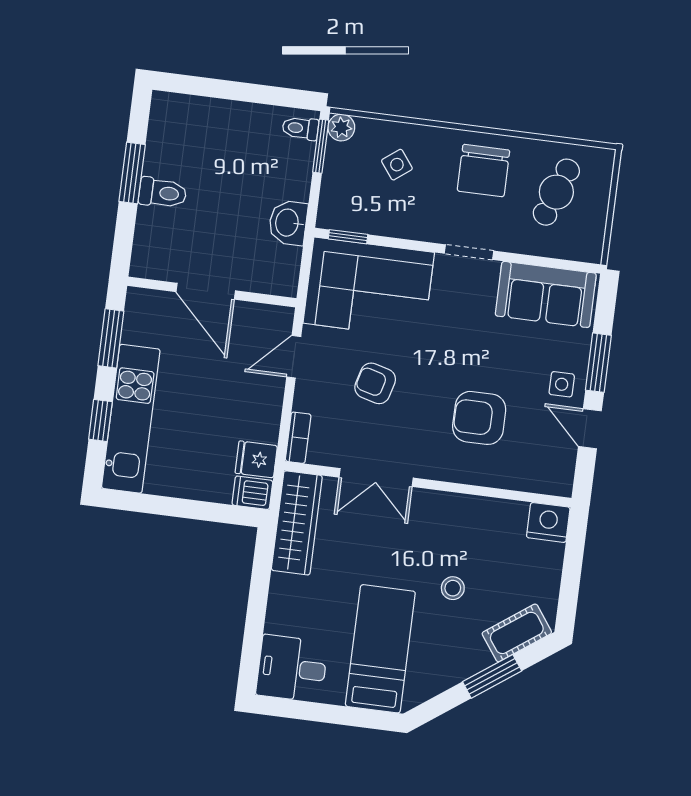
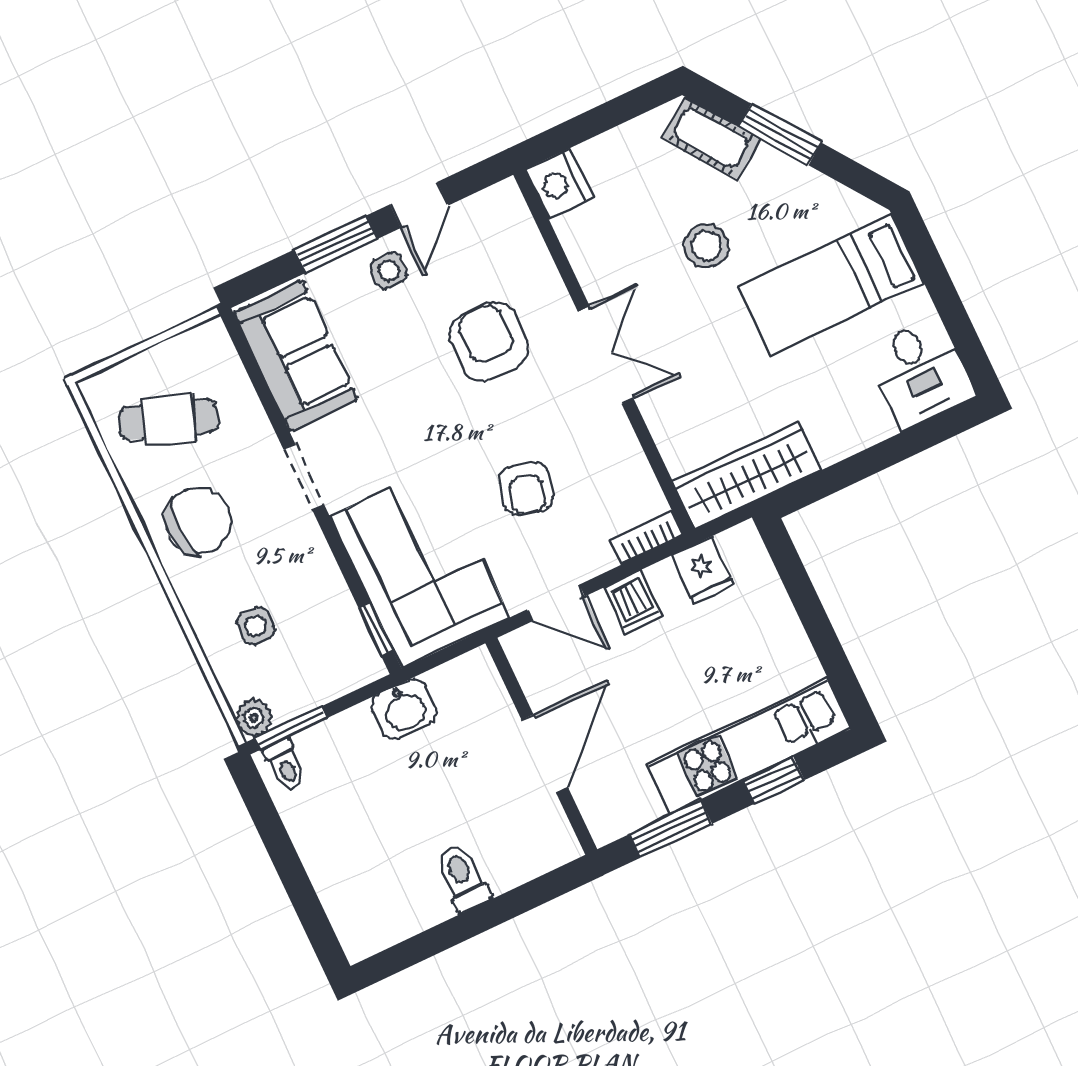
side table: (397, 165) -> (256, 626), turned 37
window: (132, 173) -> (462, 928), removed
armchair: (479, 418) -> (489, 342), turned 180
double door: (376, 478) -> (606, 355), moved
dishwasher: (252, 493) -> (633, 602), moved
stool: (453, 588) -> (707, 246), width x1.37, depth x1.37

